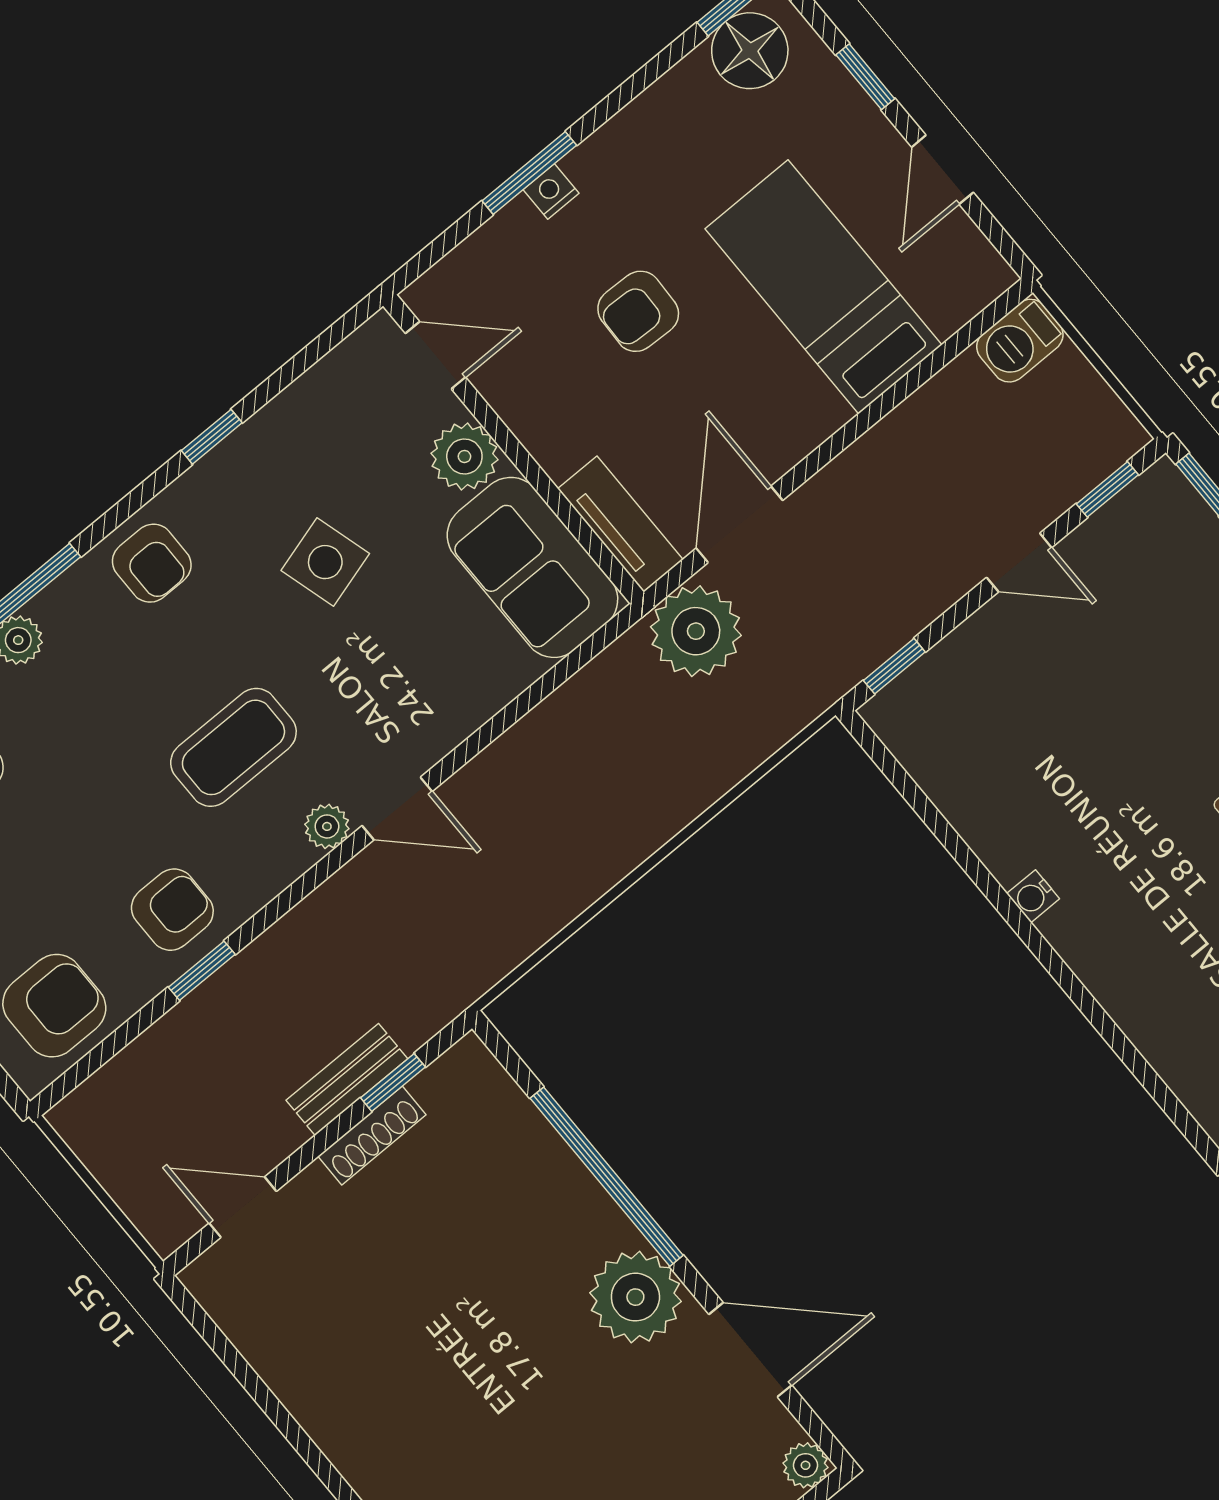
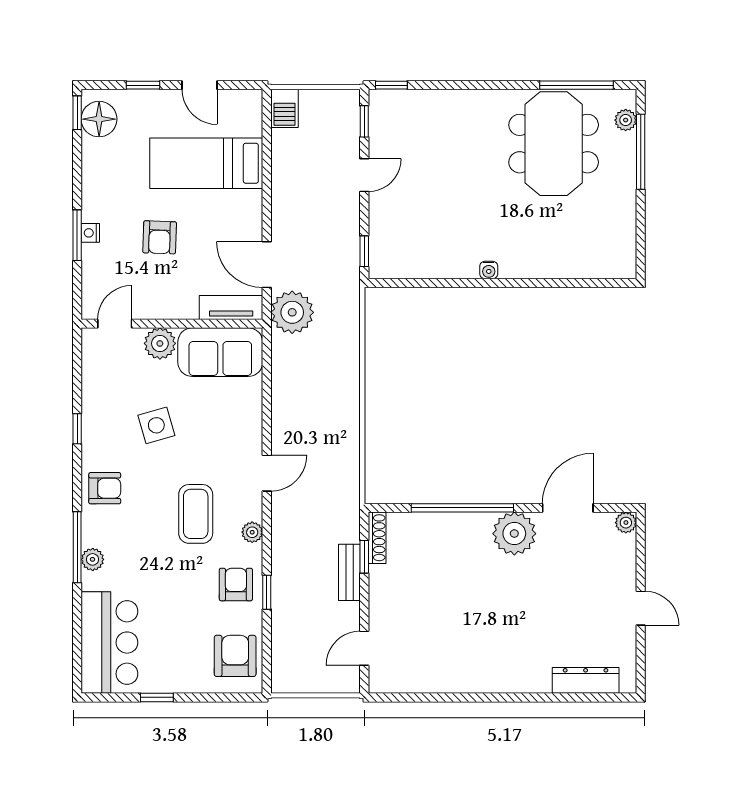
plant: (327, 826) -> (252, 532), moved
shoe rack: (372, 1135) -> (377, 538), moved

